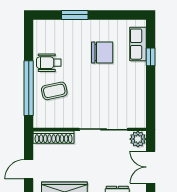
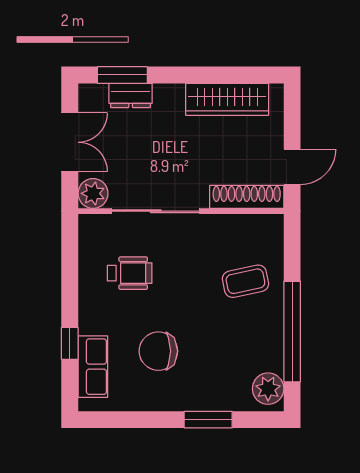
plant: (42, 32) -> (268, 389), added
wheelchair: (49, 63) -> (130, 273), moved
window: (29, 88) -> (292, 332), moved
door: (29, 169) -> (292, 167), moved

